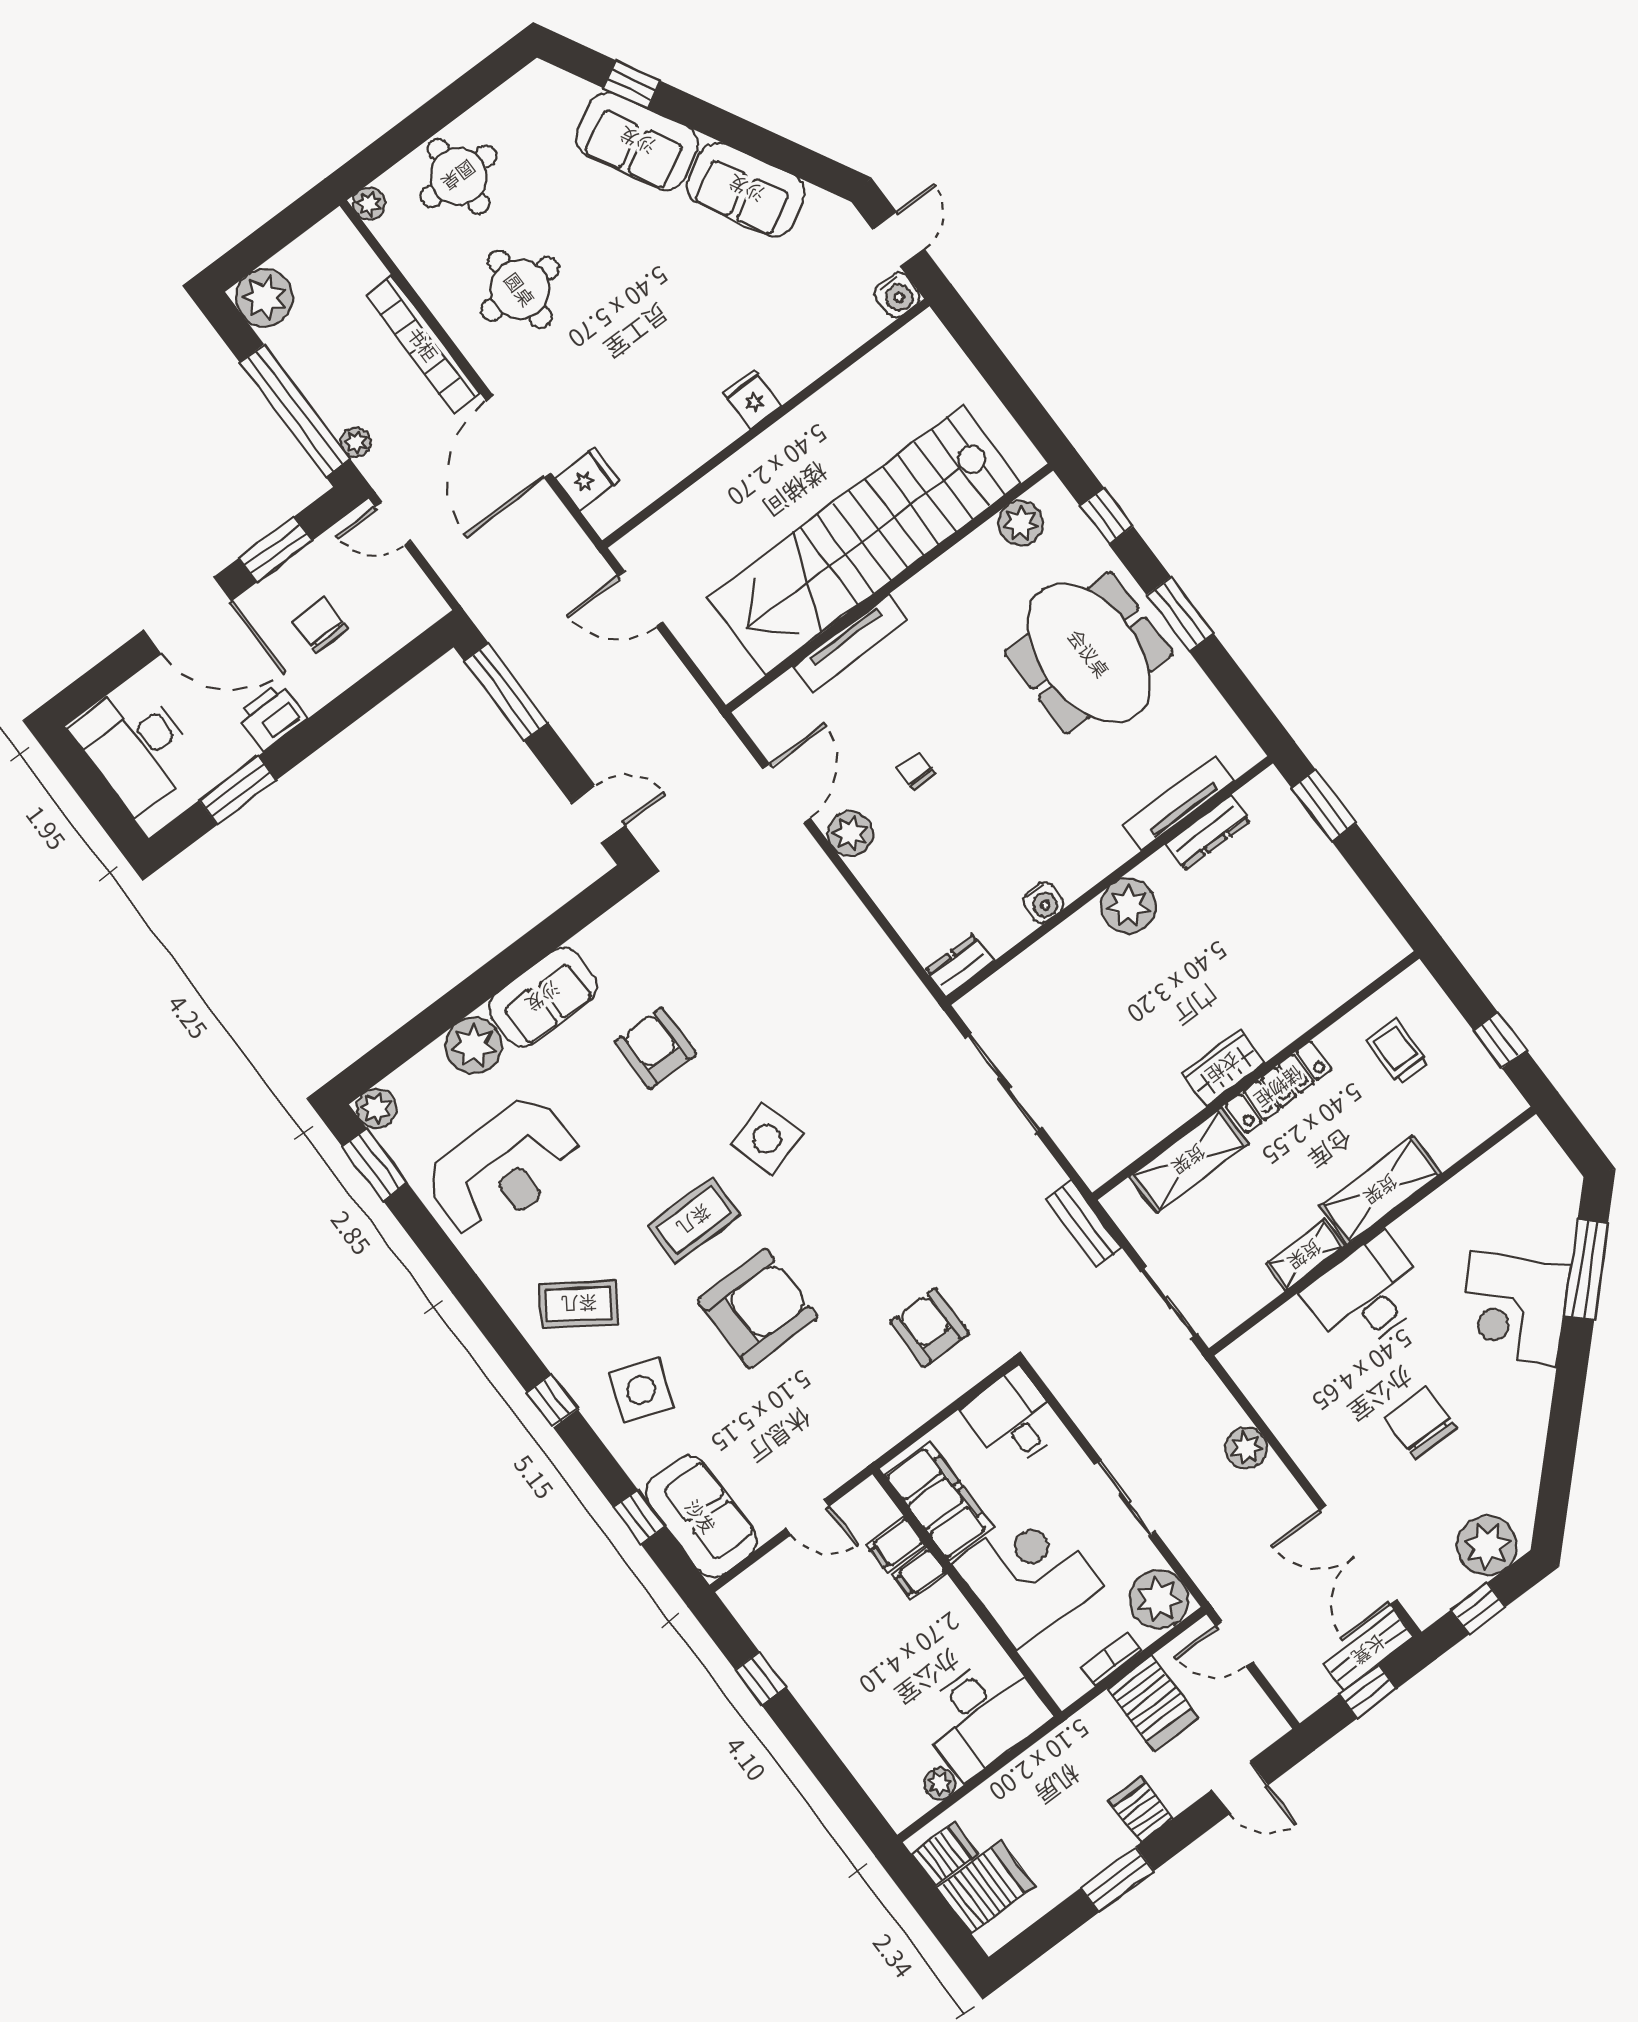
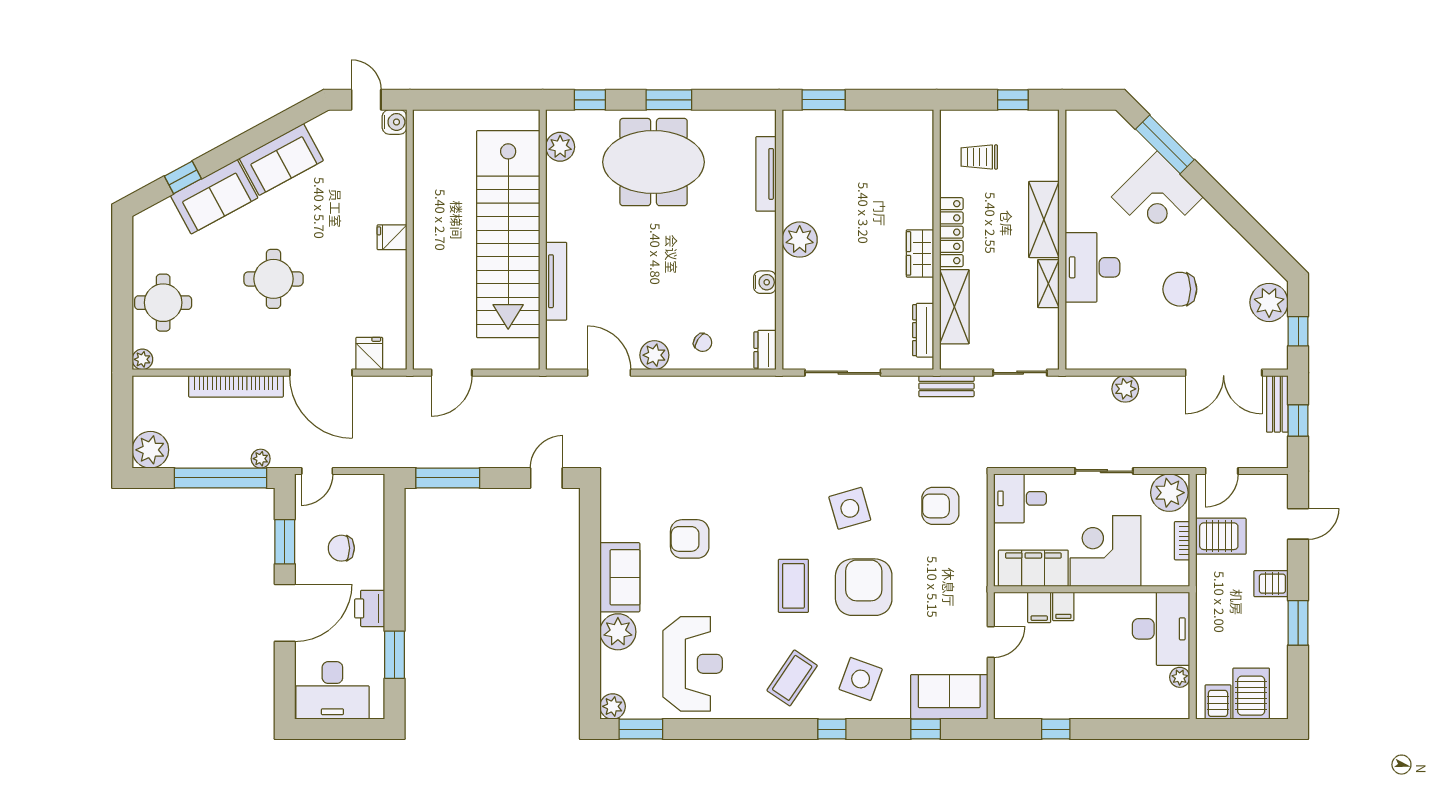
round table: (520, 289) -> (274, 279), moved
chair: (916, 770) -> (703, 342), moved, turned -147
dresser: (1208, 833) -> (923, 330), moved, turned 180
side table: (767, 1139) -> (850, 508), moved

